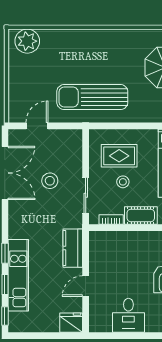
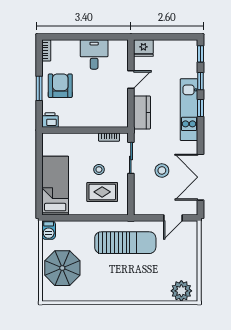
cot: (141, 215) -> (84, 141), removed
kitchen unit: (18, 275) -> (189, 110), moved

